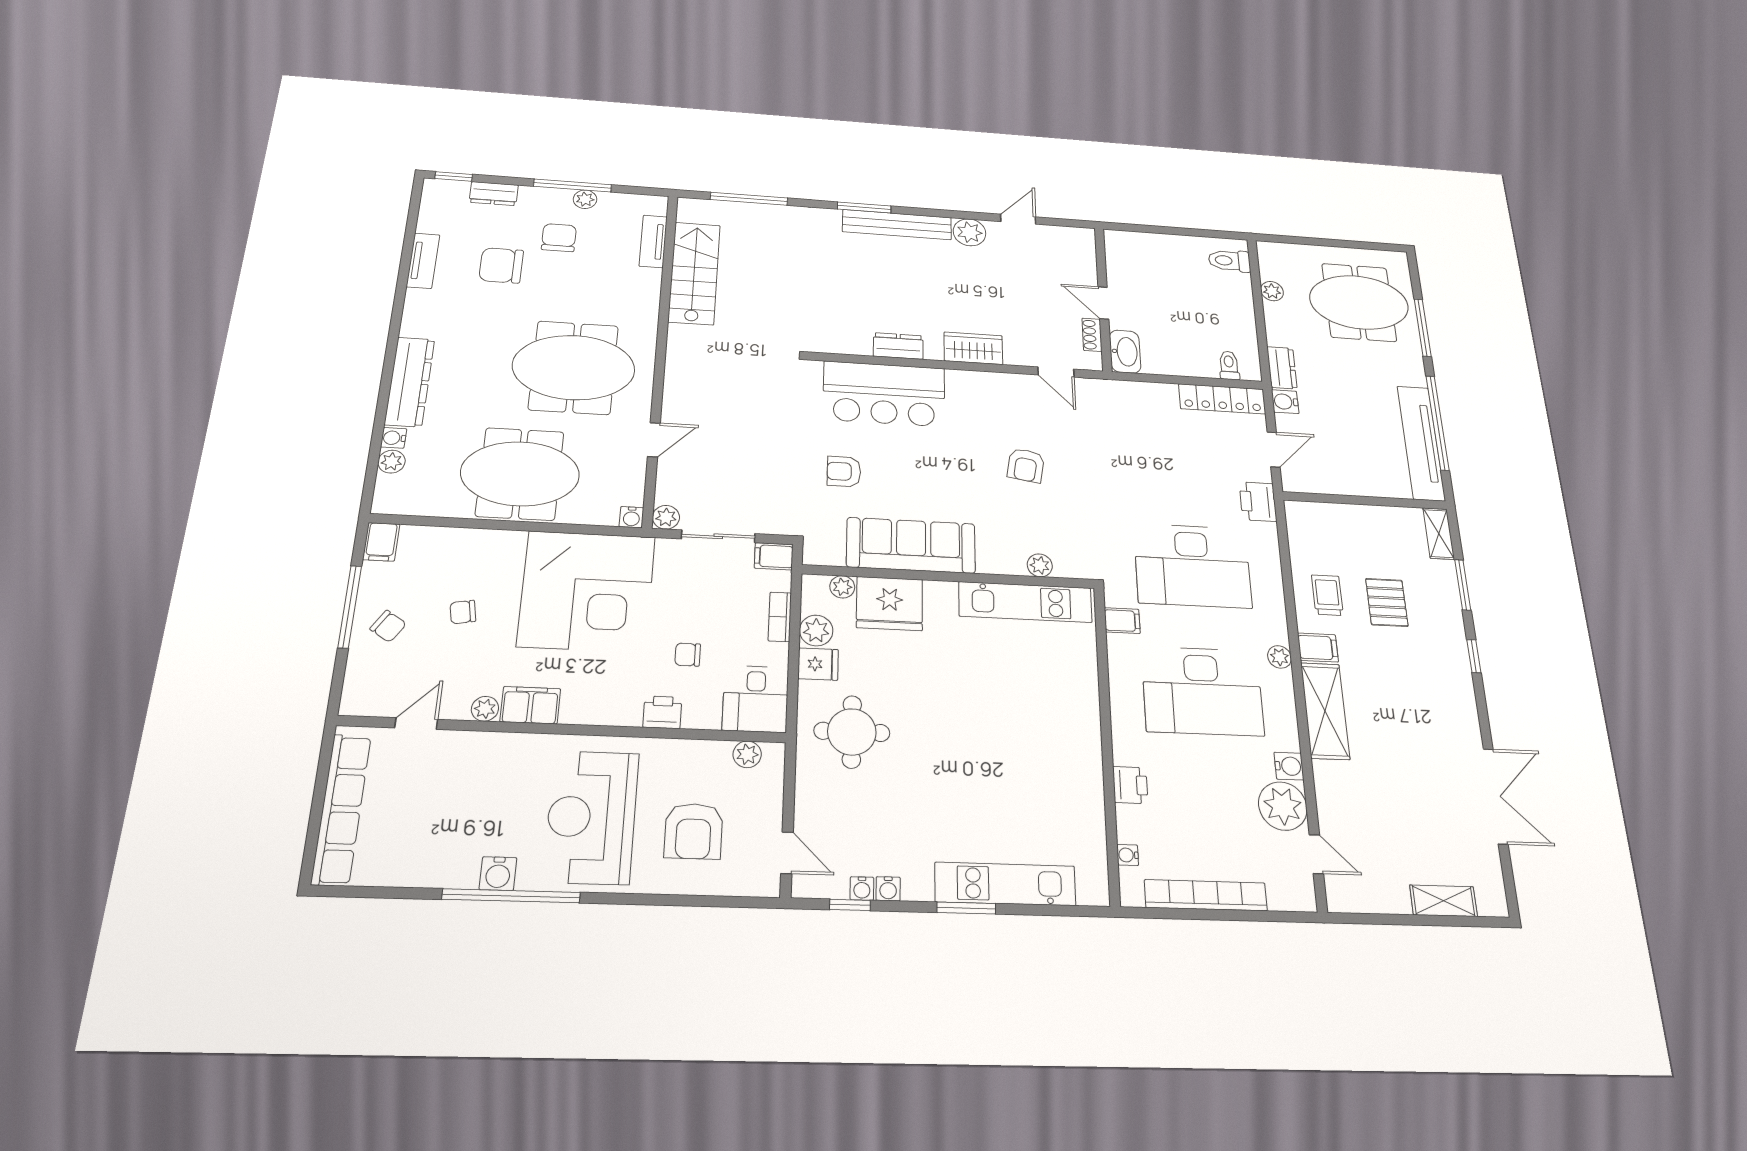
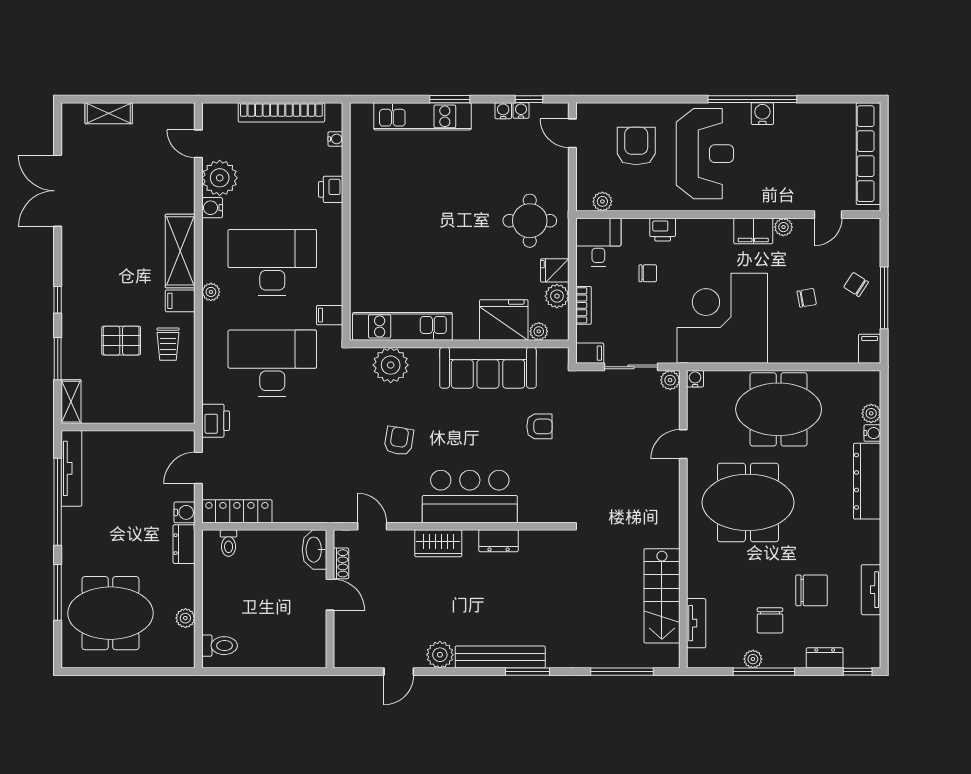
bar counter: (884, 394) -> (470, 496), moved
tv unit: (1421, 443) -> (71, 468), width x0.73, depth x0.78
plant: (1040, 565) -> (391, 365), width x1.87, depth x1.87
pallet: (1387, 602) -> (121, 341), turned 90

